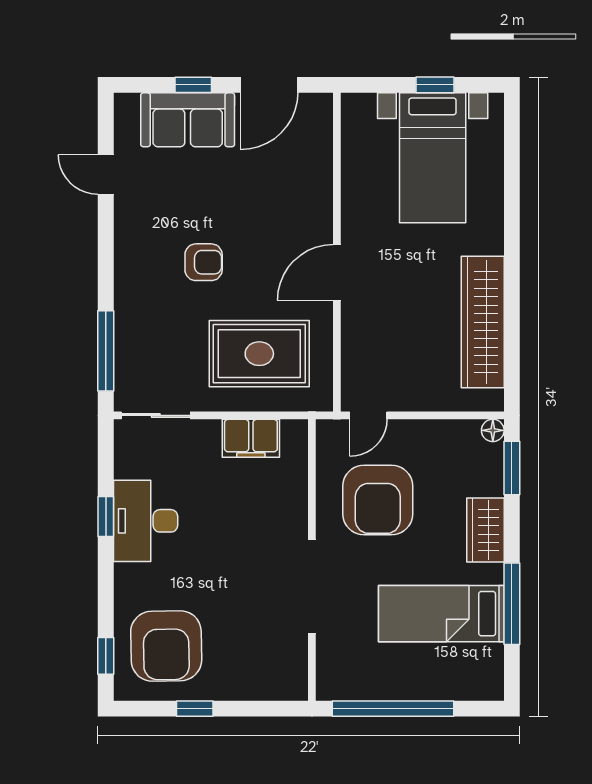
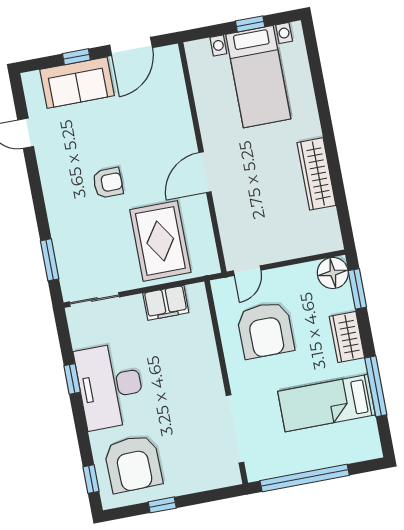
wardrobe: (483, 322) -> (316, 174), width x0.71, depth x0.85
window: (106, 351) -> (50, 260), width x0.69
rug: (259, 354) -> (160, 241), turned 90
floor lamp: (493, 430) -> (333, 273), width x1.89, depth x1.89
desk: (146, 521) -> (110, 386), width x1.36, depth x1.30
doorway: (312, 586) -> (235, 429), moved

